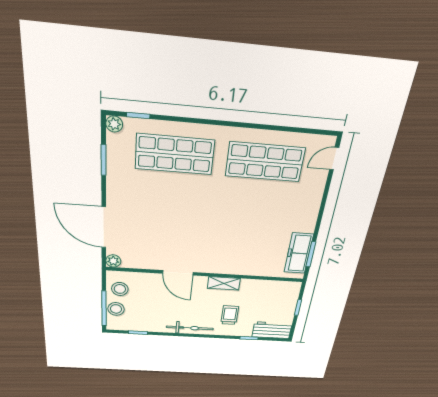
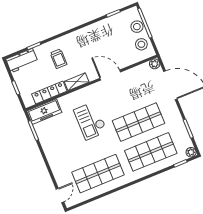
shop shelf: (171, 202) -> (138, 122), added
checkout: (234, 233) -> (90, 121), added
freezer: (299, 253) -> (44, 112), moved, turned 90
locker: (263, 286) -> (49, 92), added
bicycle: (190, 328) -> (80, 35), removed

